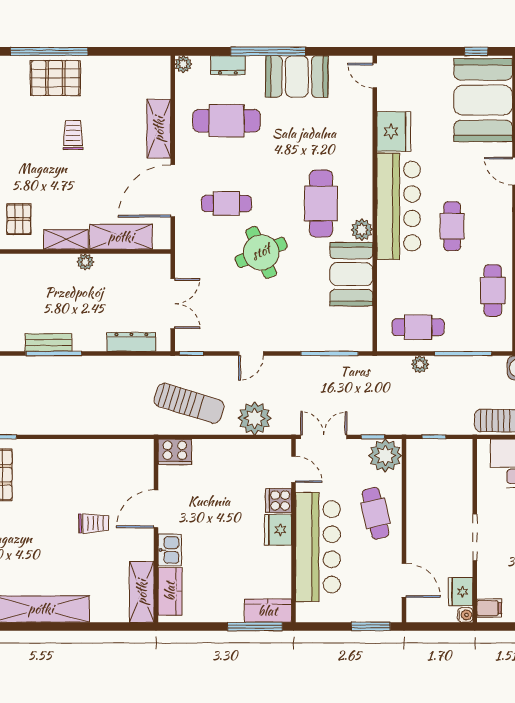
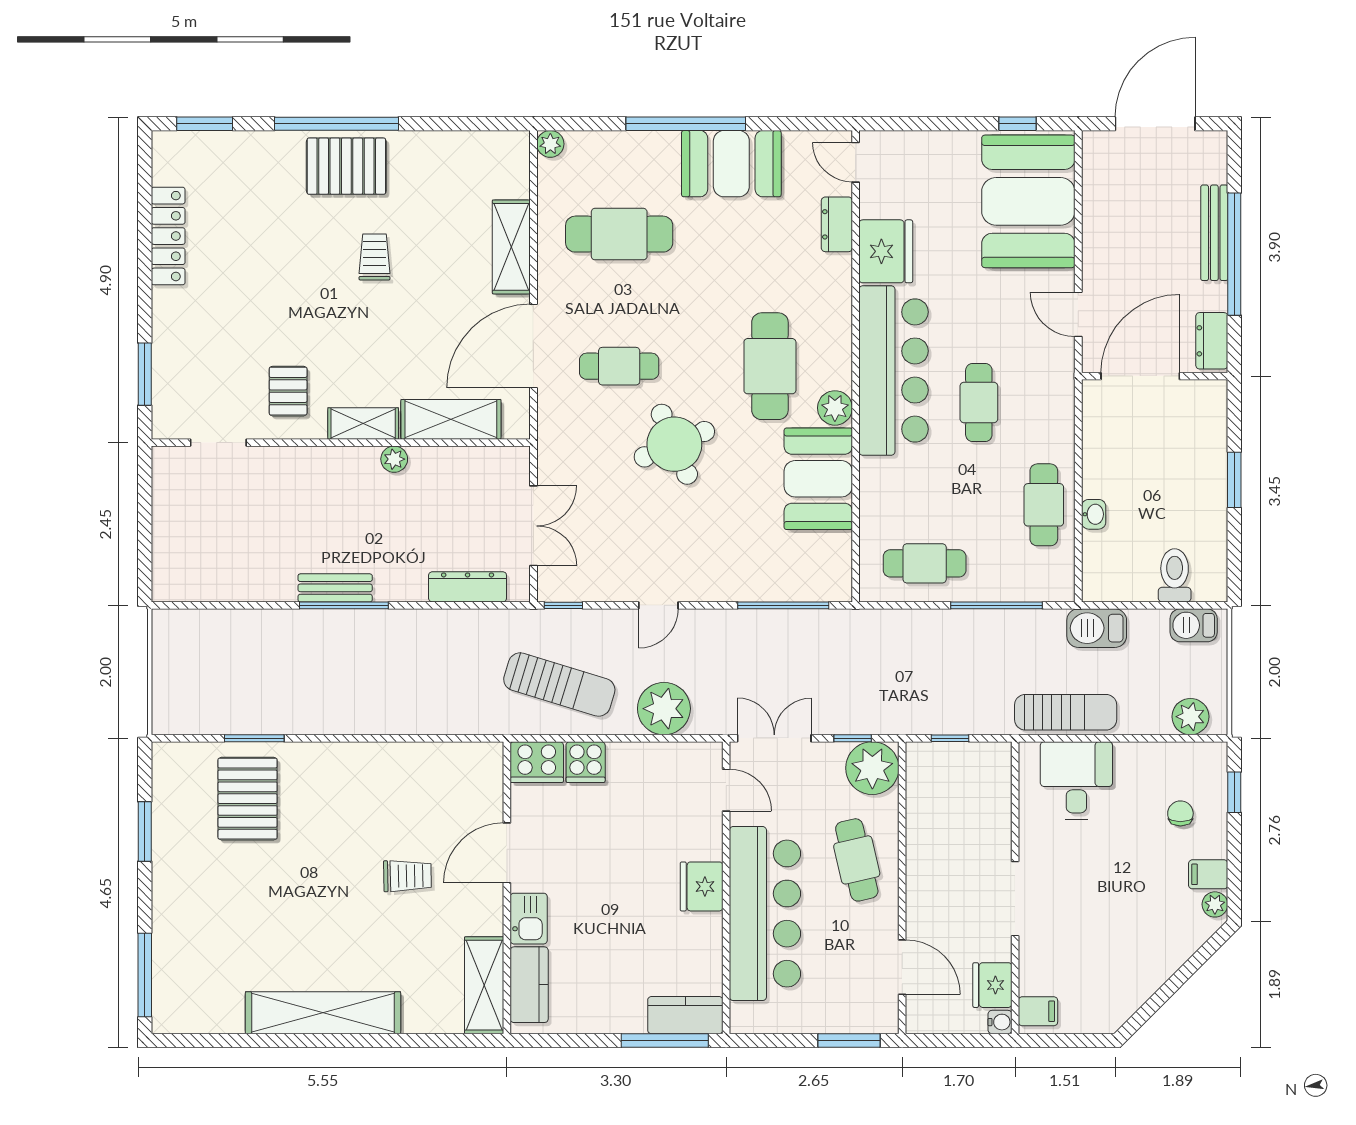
dresser: (228, 65) -> (837, 224), moved, turned 90
plant: (420, 364) -> (928, 623), removed
cooker: (279, 500) -> (586, 762), moved, turned -90

